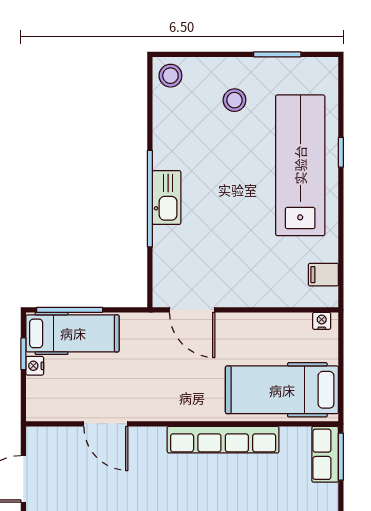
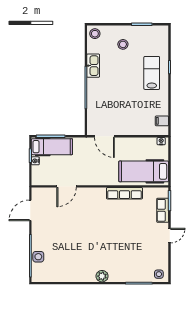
lab bench: (300, 165) -> (152, 73), width x0.54, depth x0.72
kitchen sink: (167, 198) -> (93, 66), moved
door: (106, 424) -> (67, 186), hinge flipped
row of seats: (223, 440) -> (124, 193), width x0.73
row of seats: (325, 454) -> (163, 210), moved

